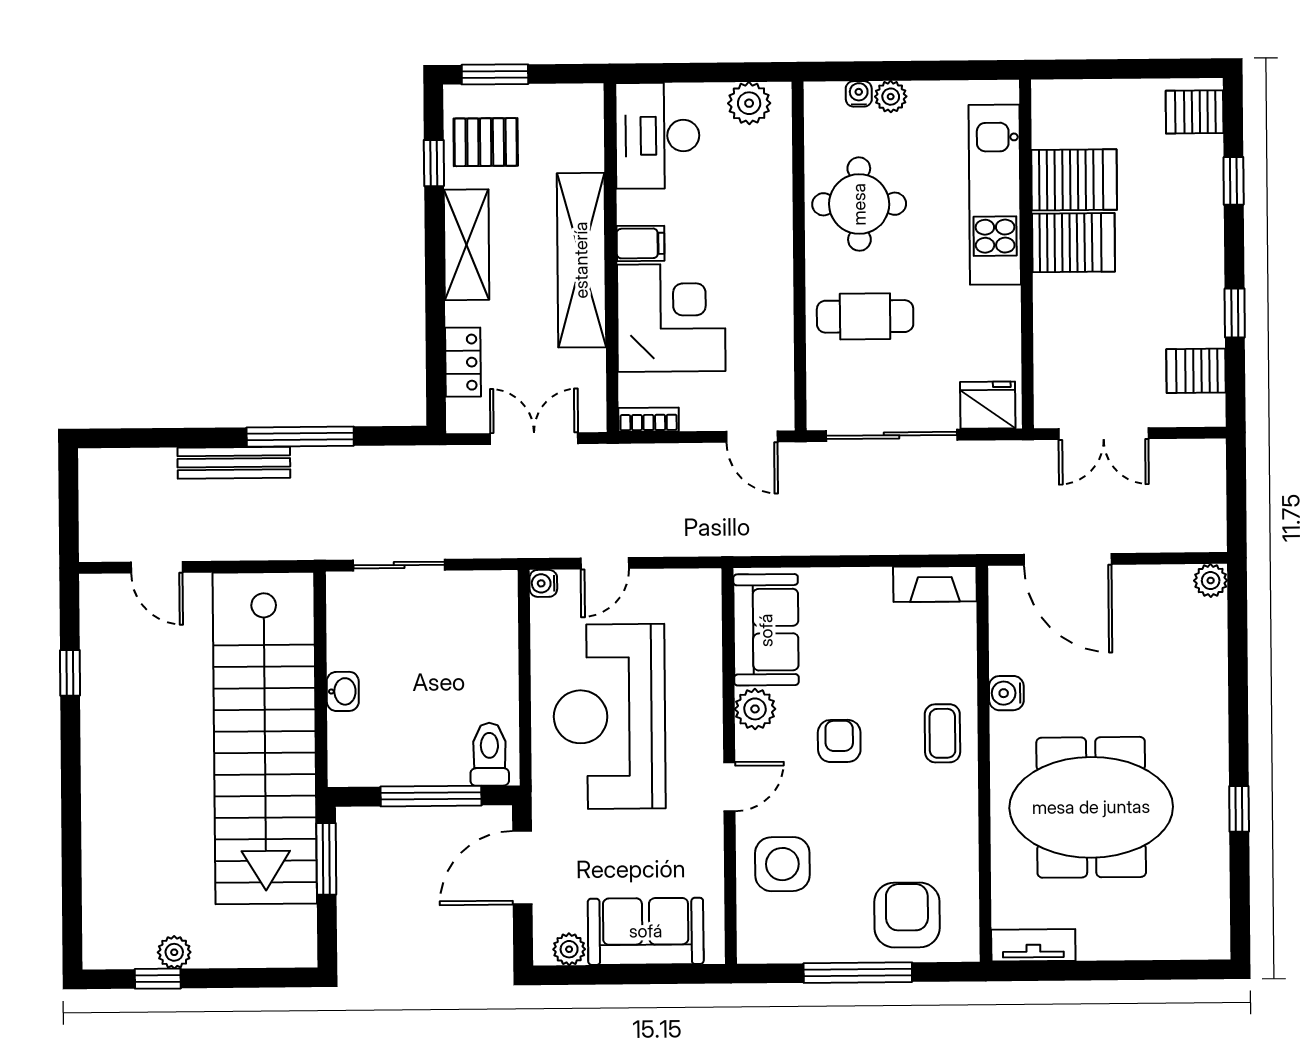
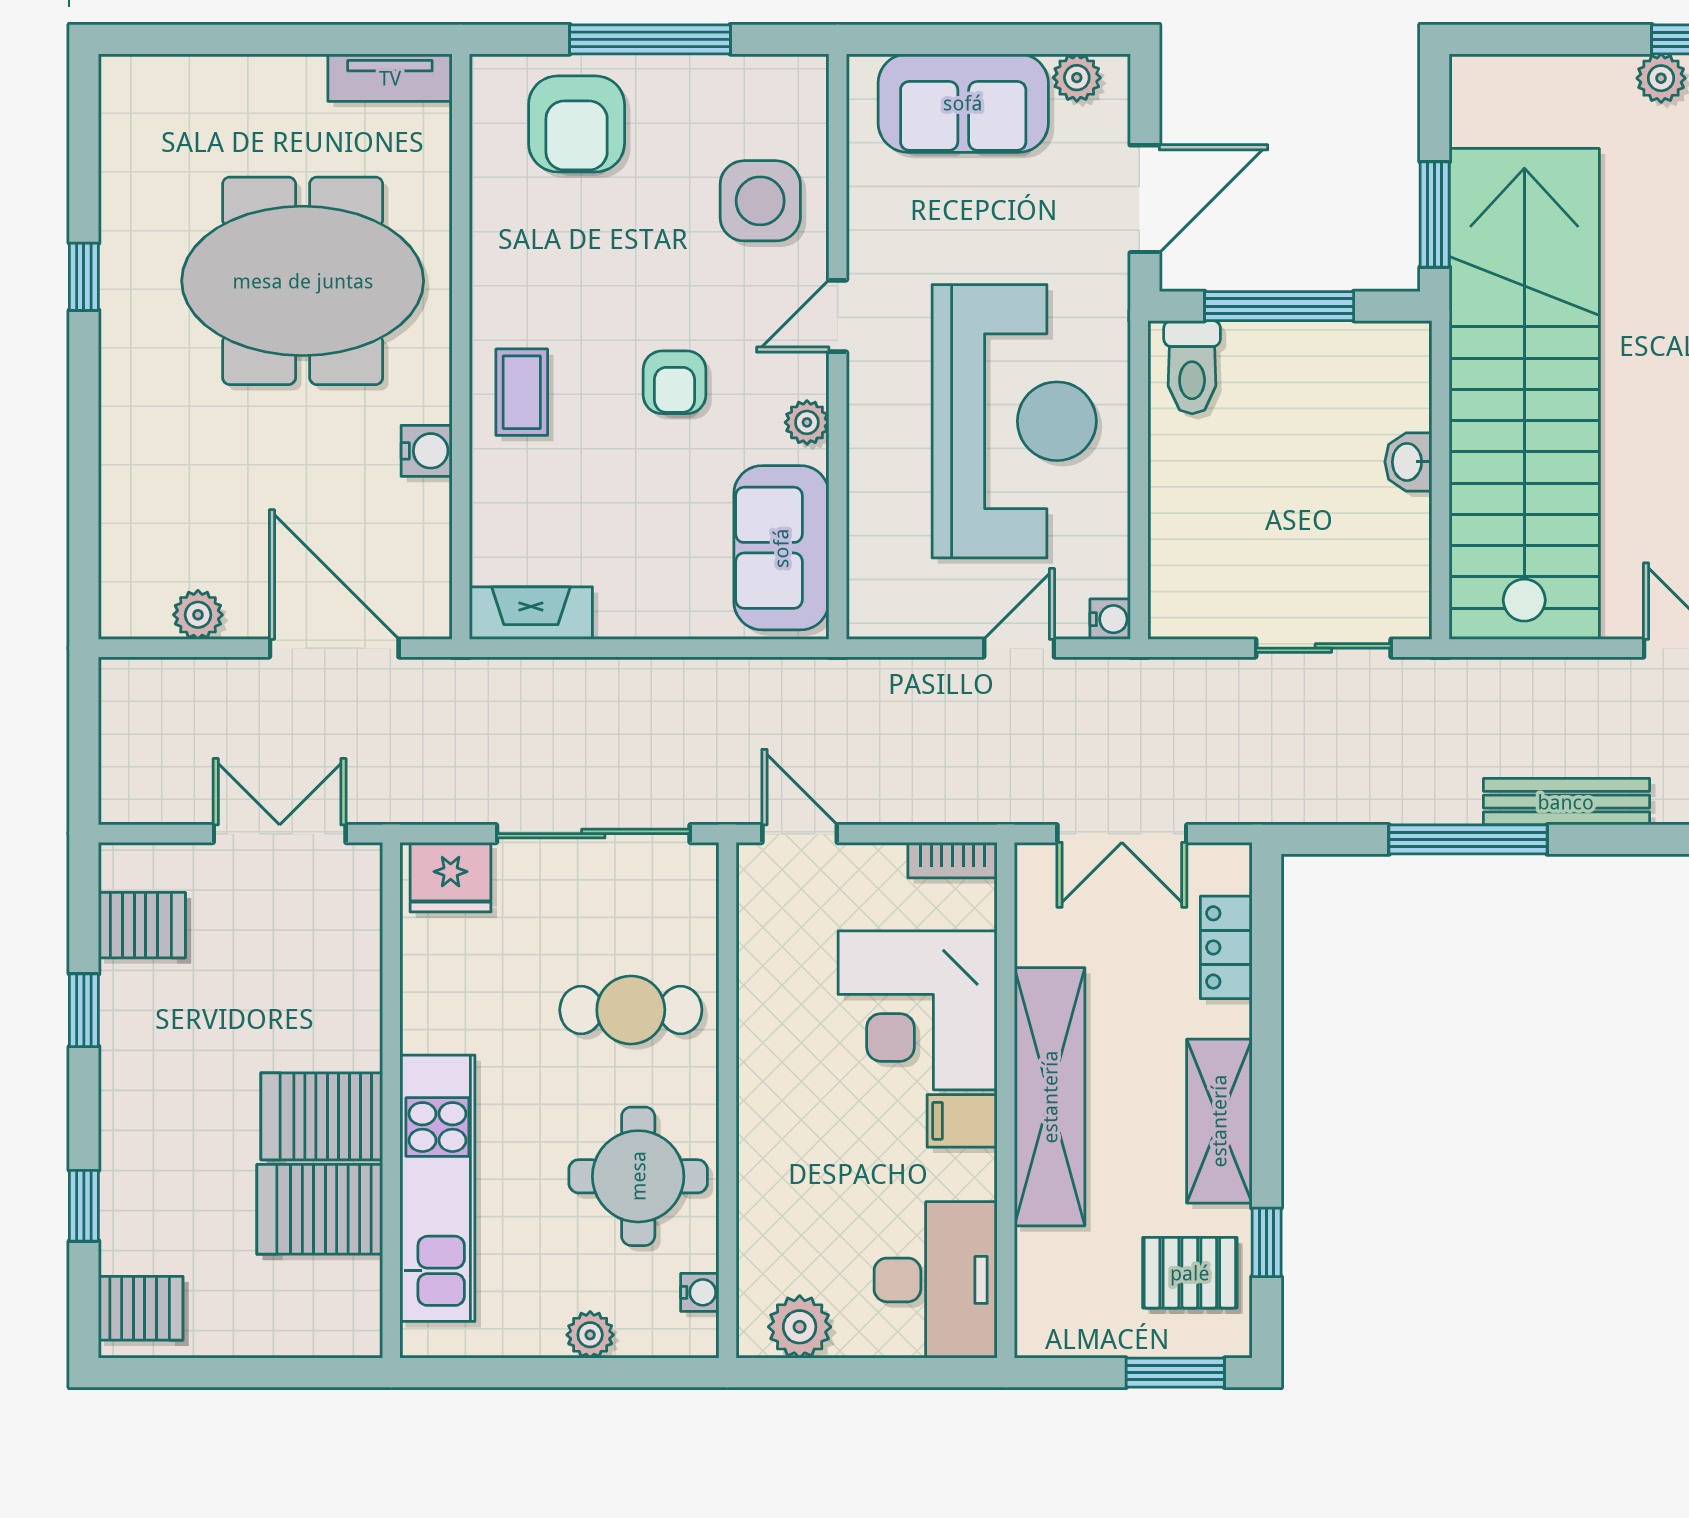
water cooler: (859, 94) -> (700, 1292), moved, turned -90
plant: (1211, 581) -> (198, 615), moved
plant: (755, 709) -> (807, 422), width x0.73, depth x0.73

